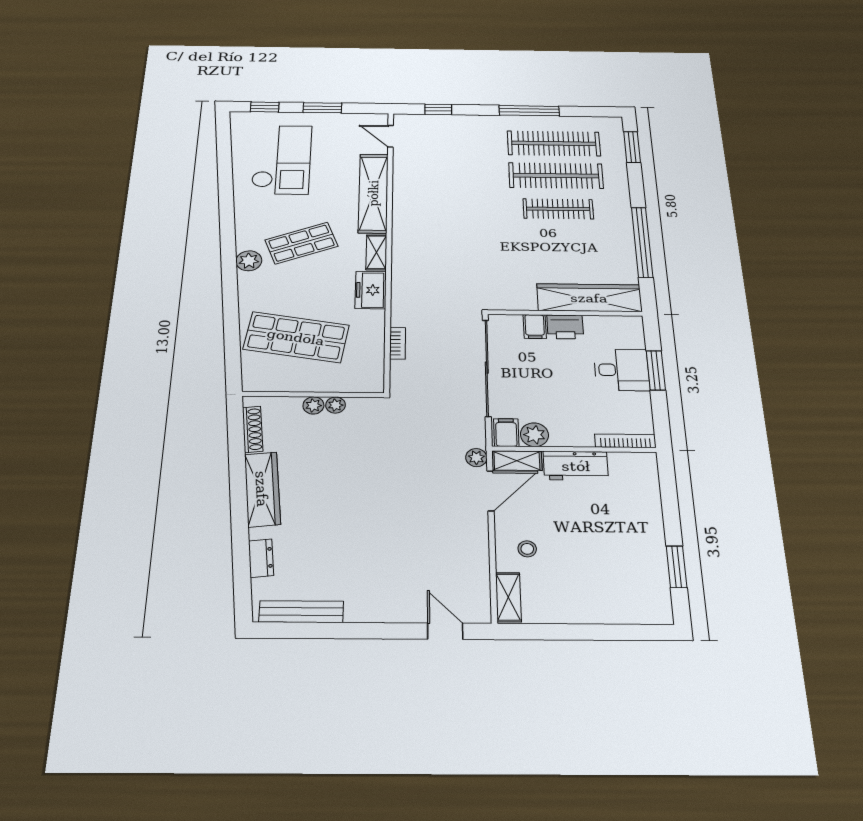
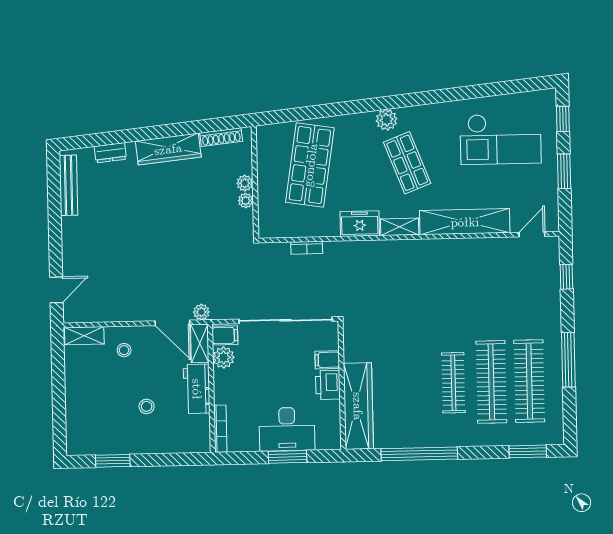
desk: (622, 370) -> (287, 429), width x1.37
stool: (601, 524) -> (147, 406), added

